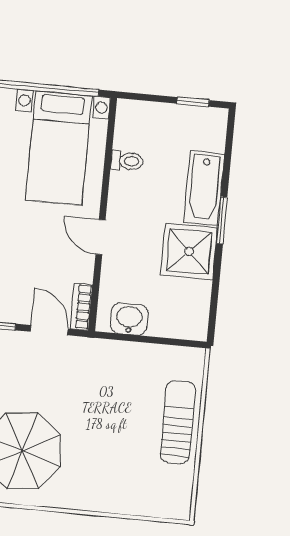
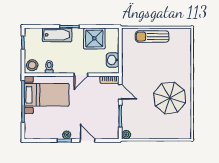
stool: (135, 119) -> (32, 65), added
shower: (189, 251) -> (94, 38), moved
door: (49, 330) -> (120, 92), swing flipped

